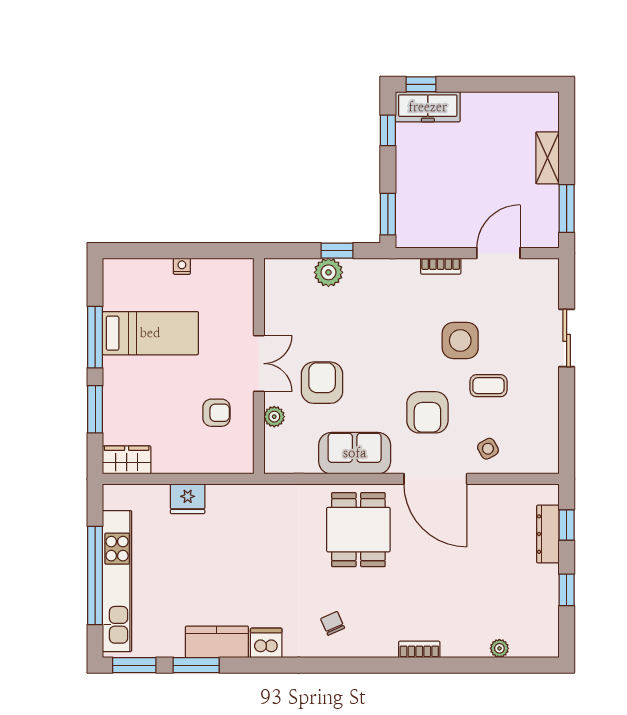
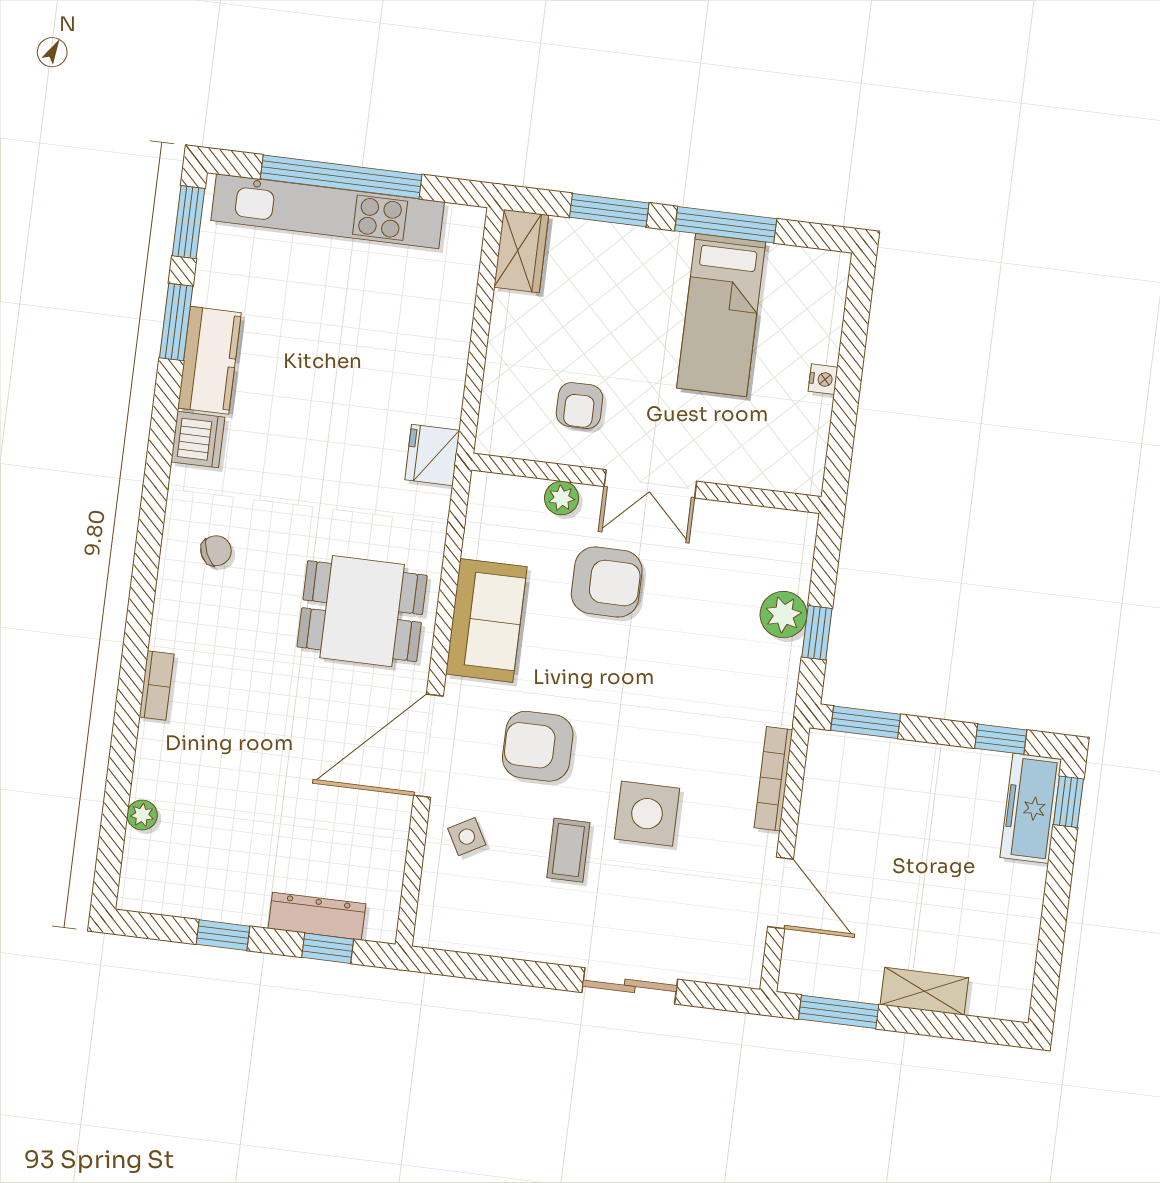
bookcase: (441, 266) -> (773, 779), width x1.56
fridge: (188, 499) -> (432, 455), moved

